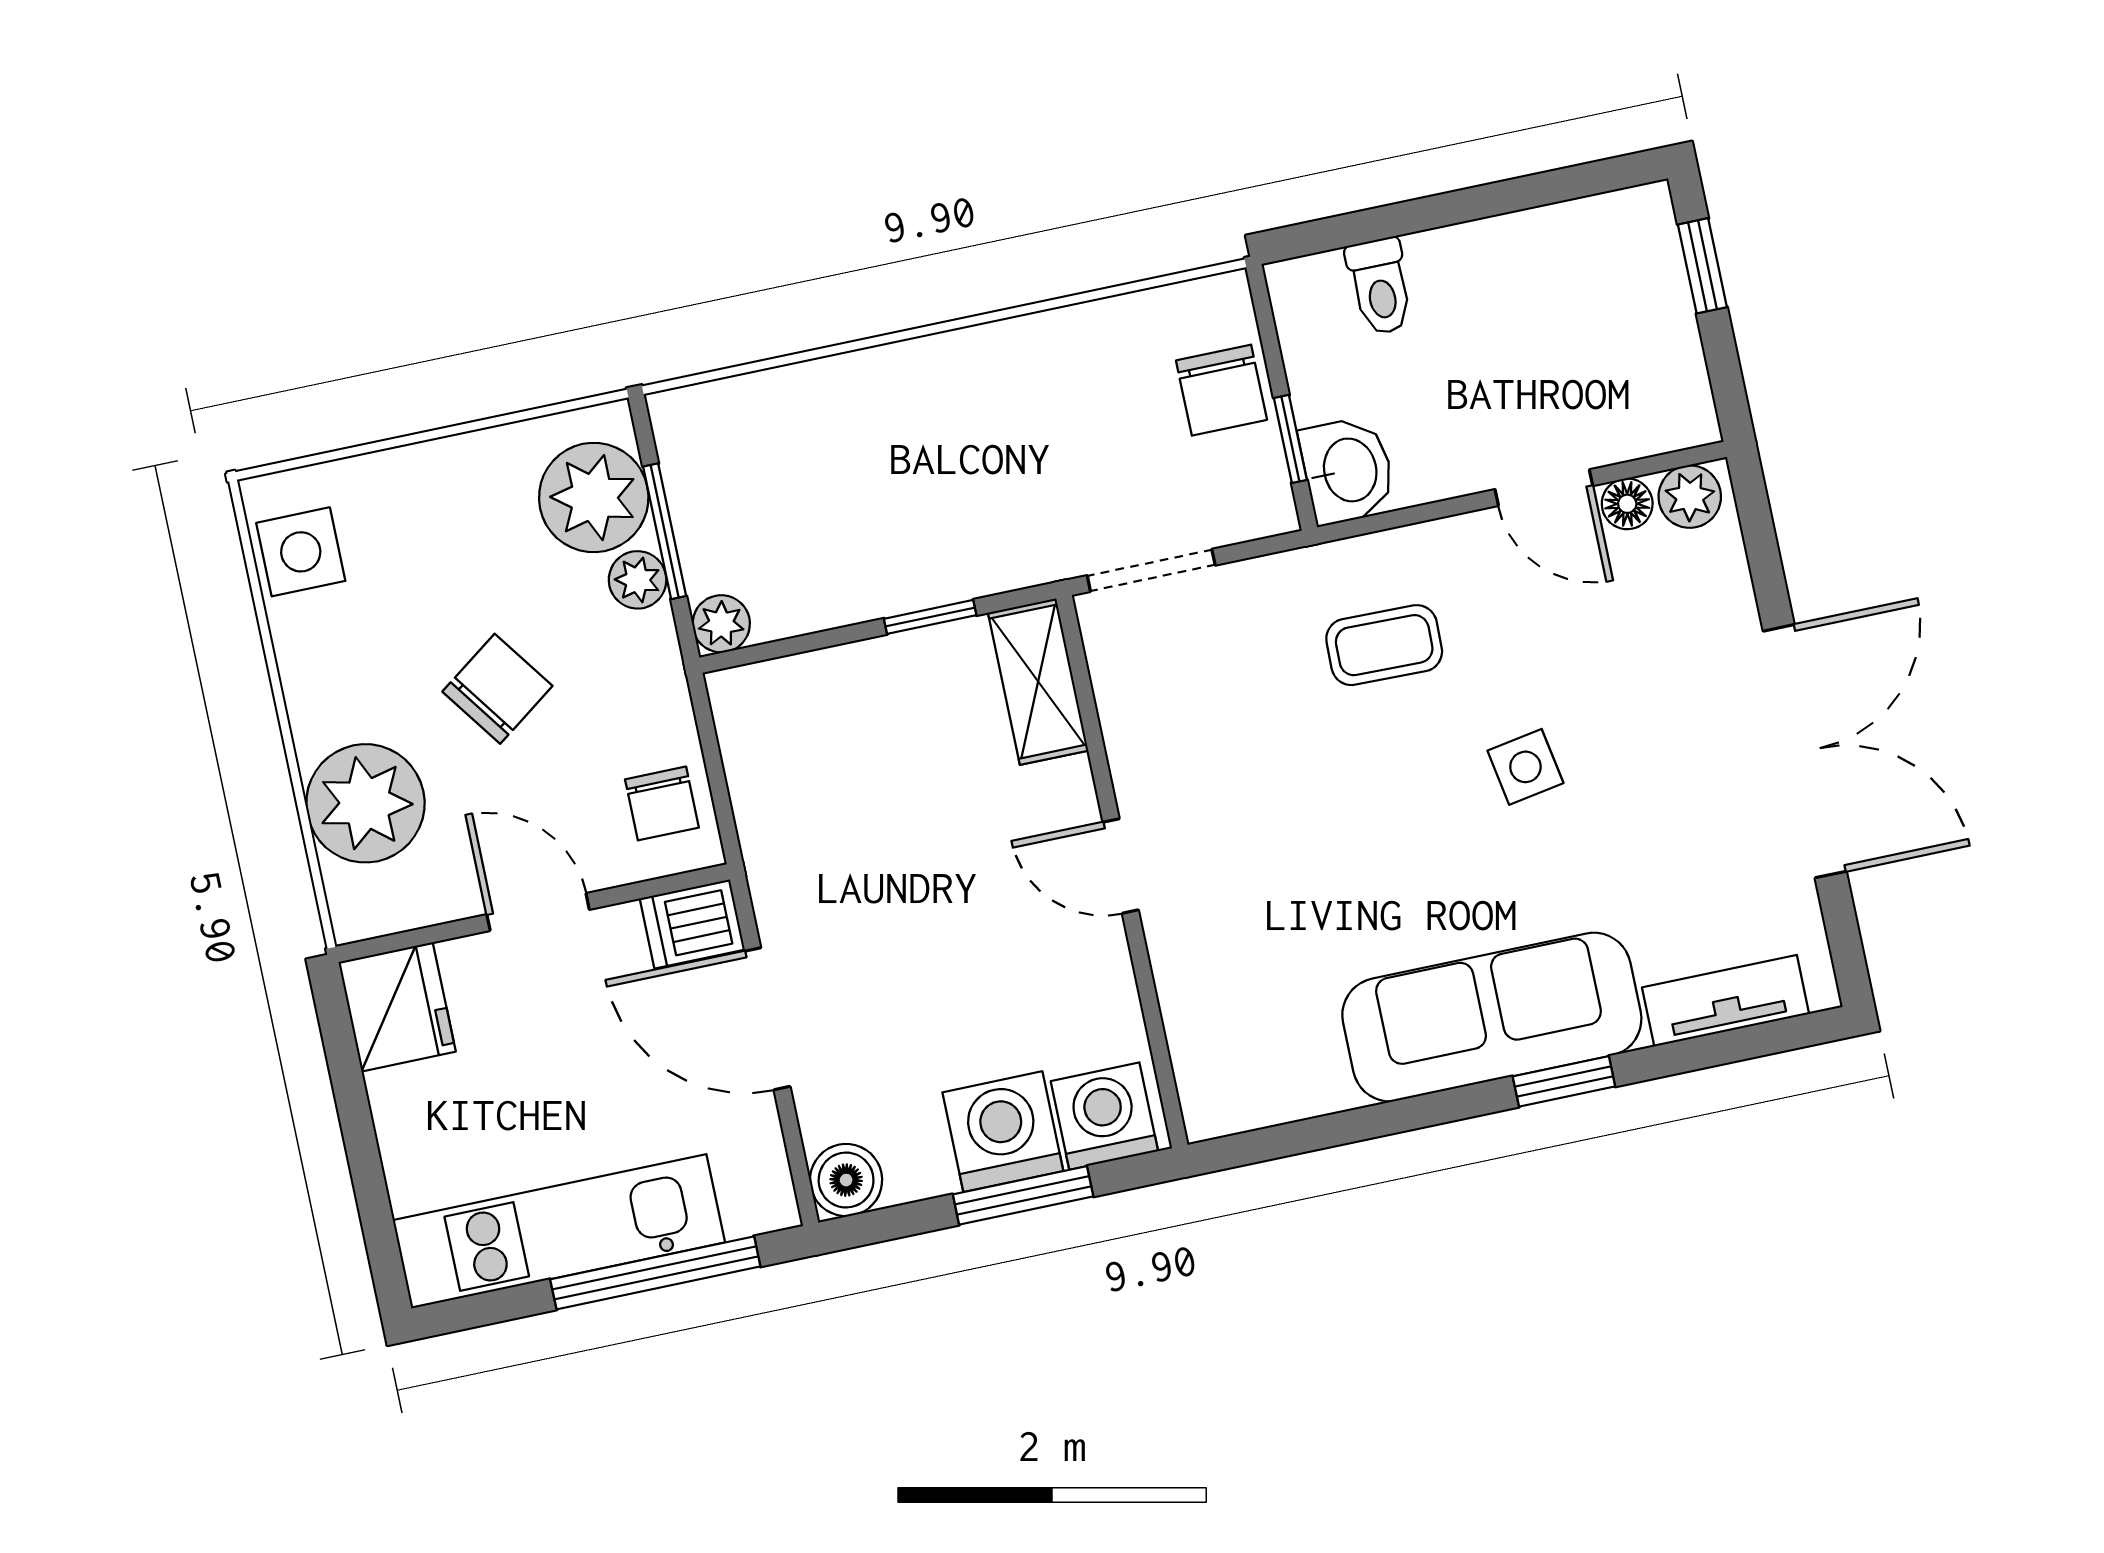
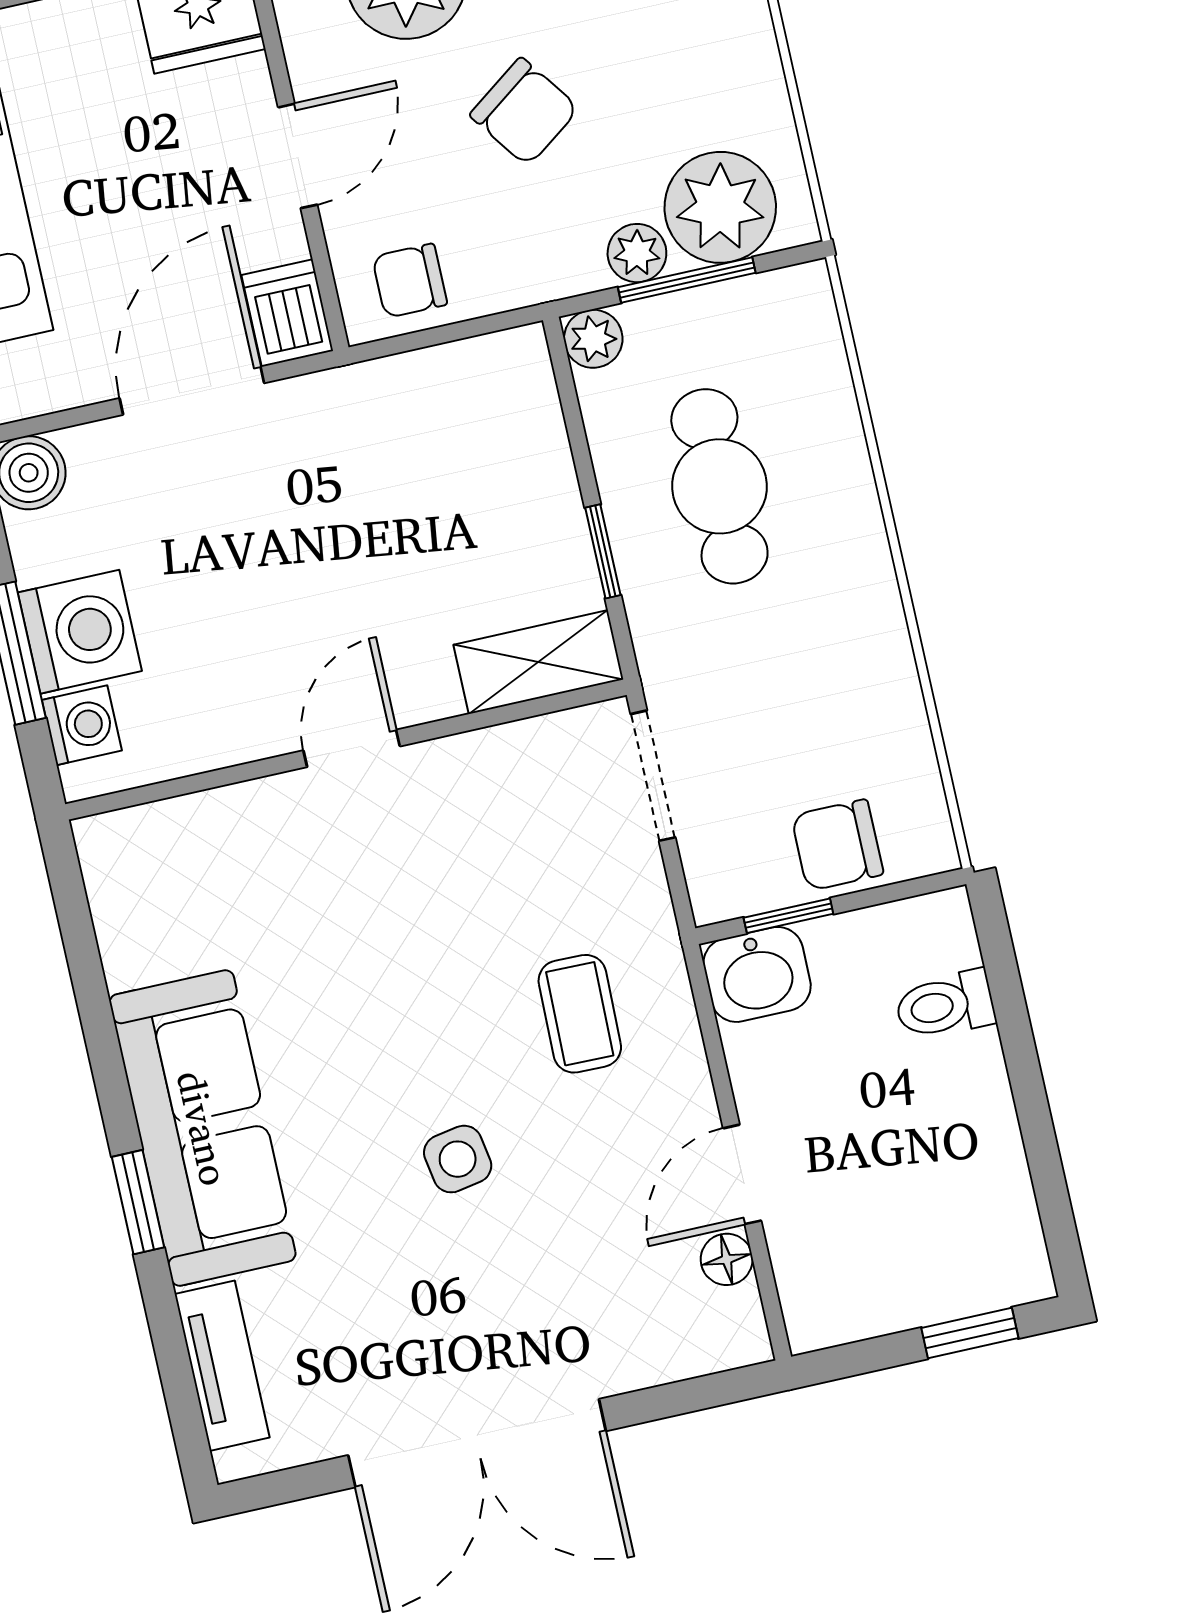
plant: (1690, 497) -> (735, 1323), removed
cafe table: (868, 502) -> (719, 486), added
washing machine: (1104, 1116) -> (82, 725), width x0.73, depth x0.73

